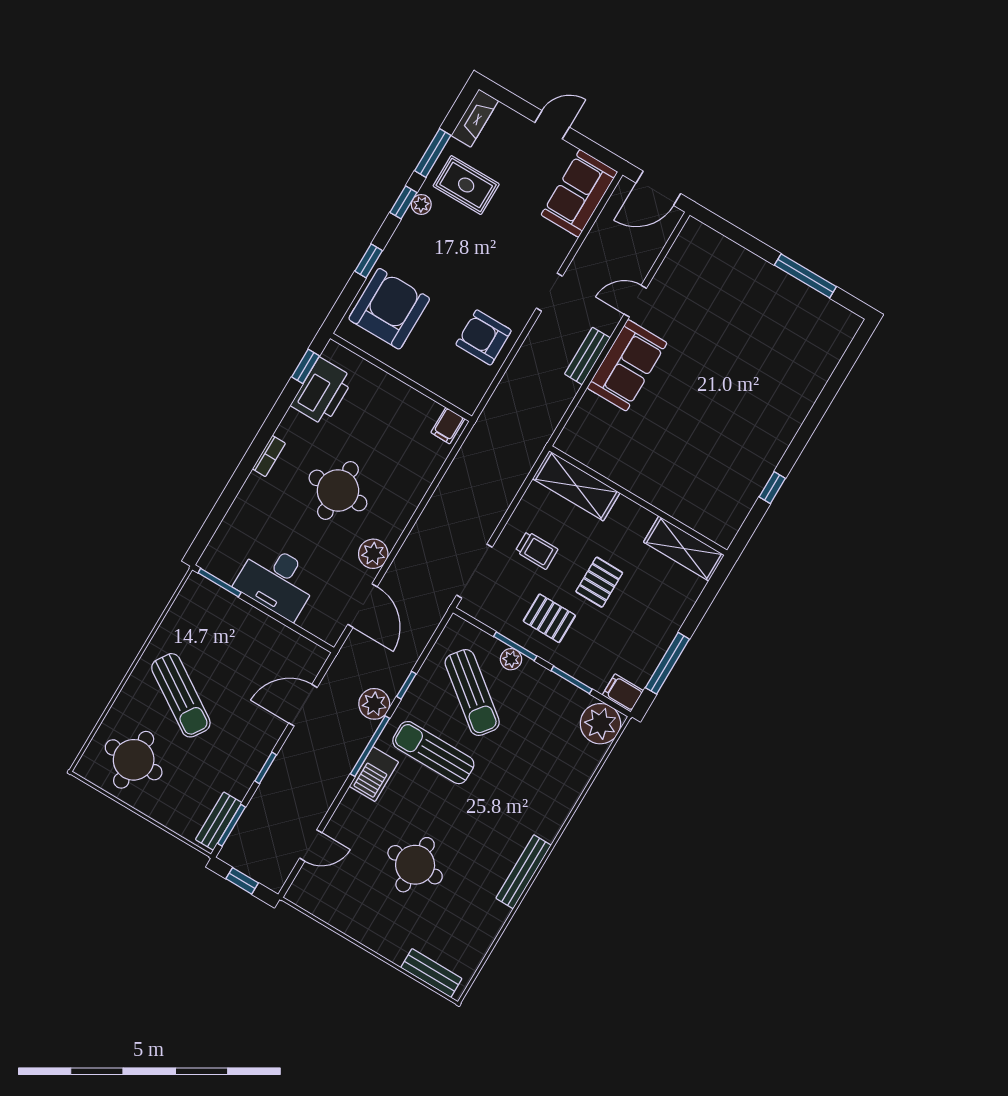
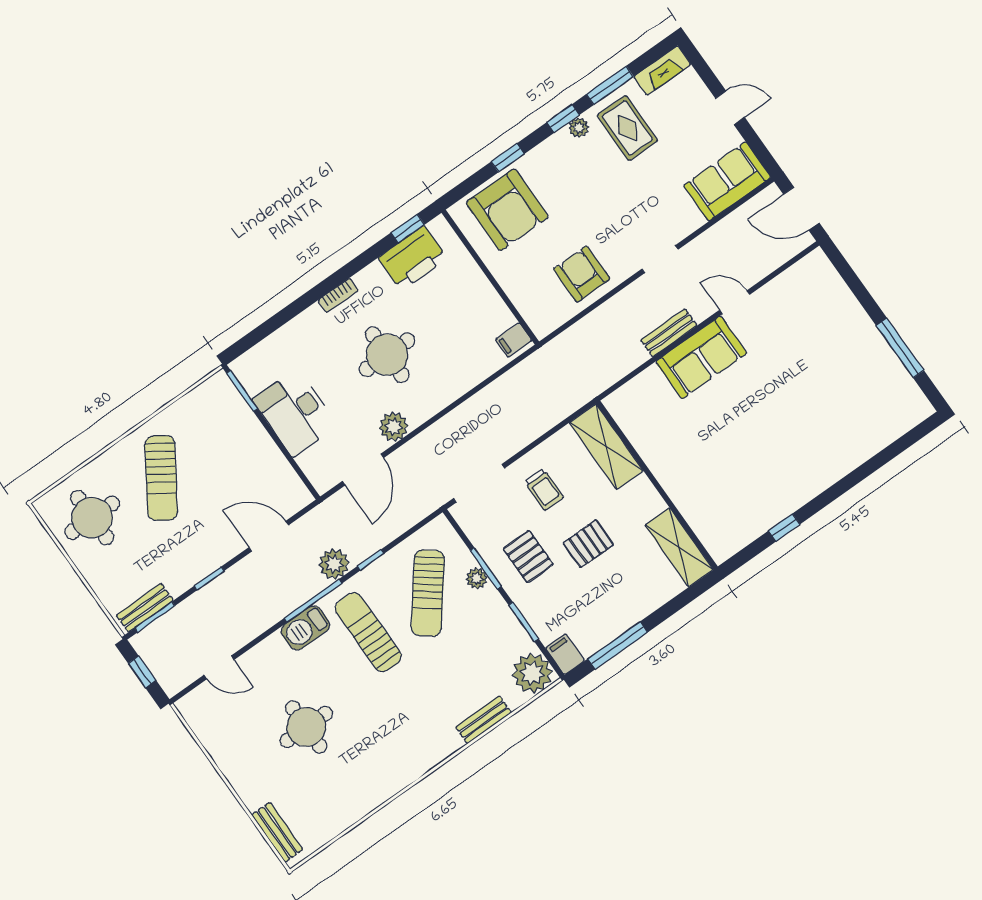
armchair: (389, 309) -> (507, 210), turned 90
bench: (524, 872) -> (483, 720), moved, width x0.73

